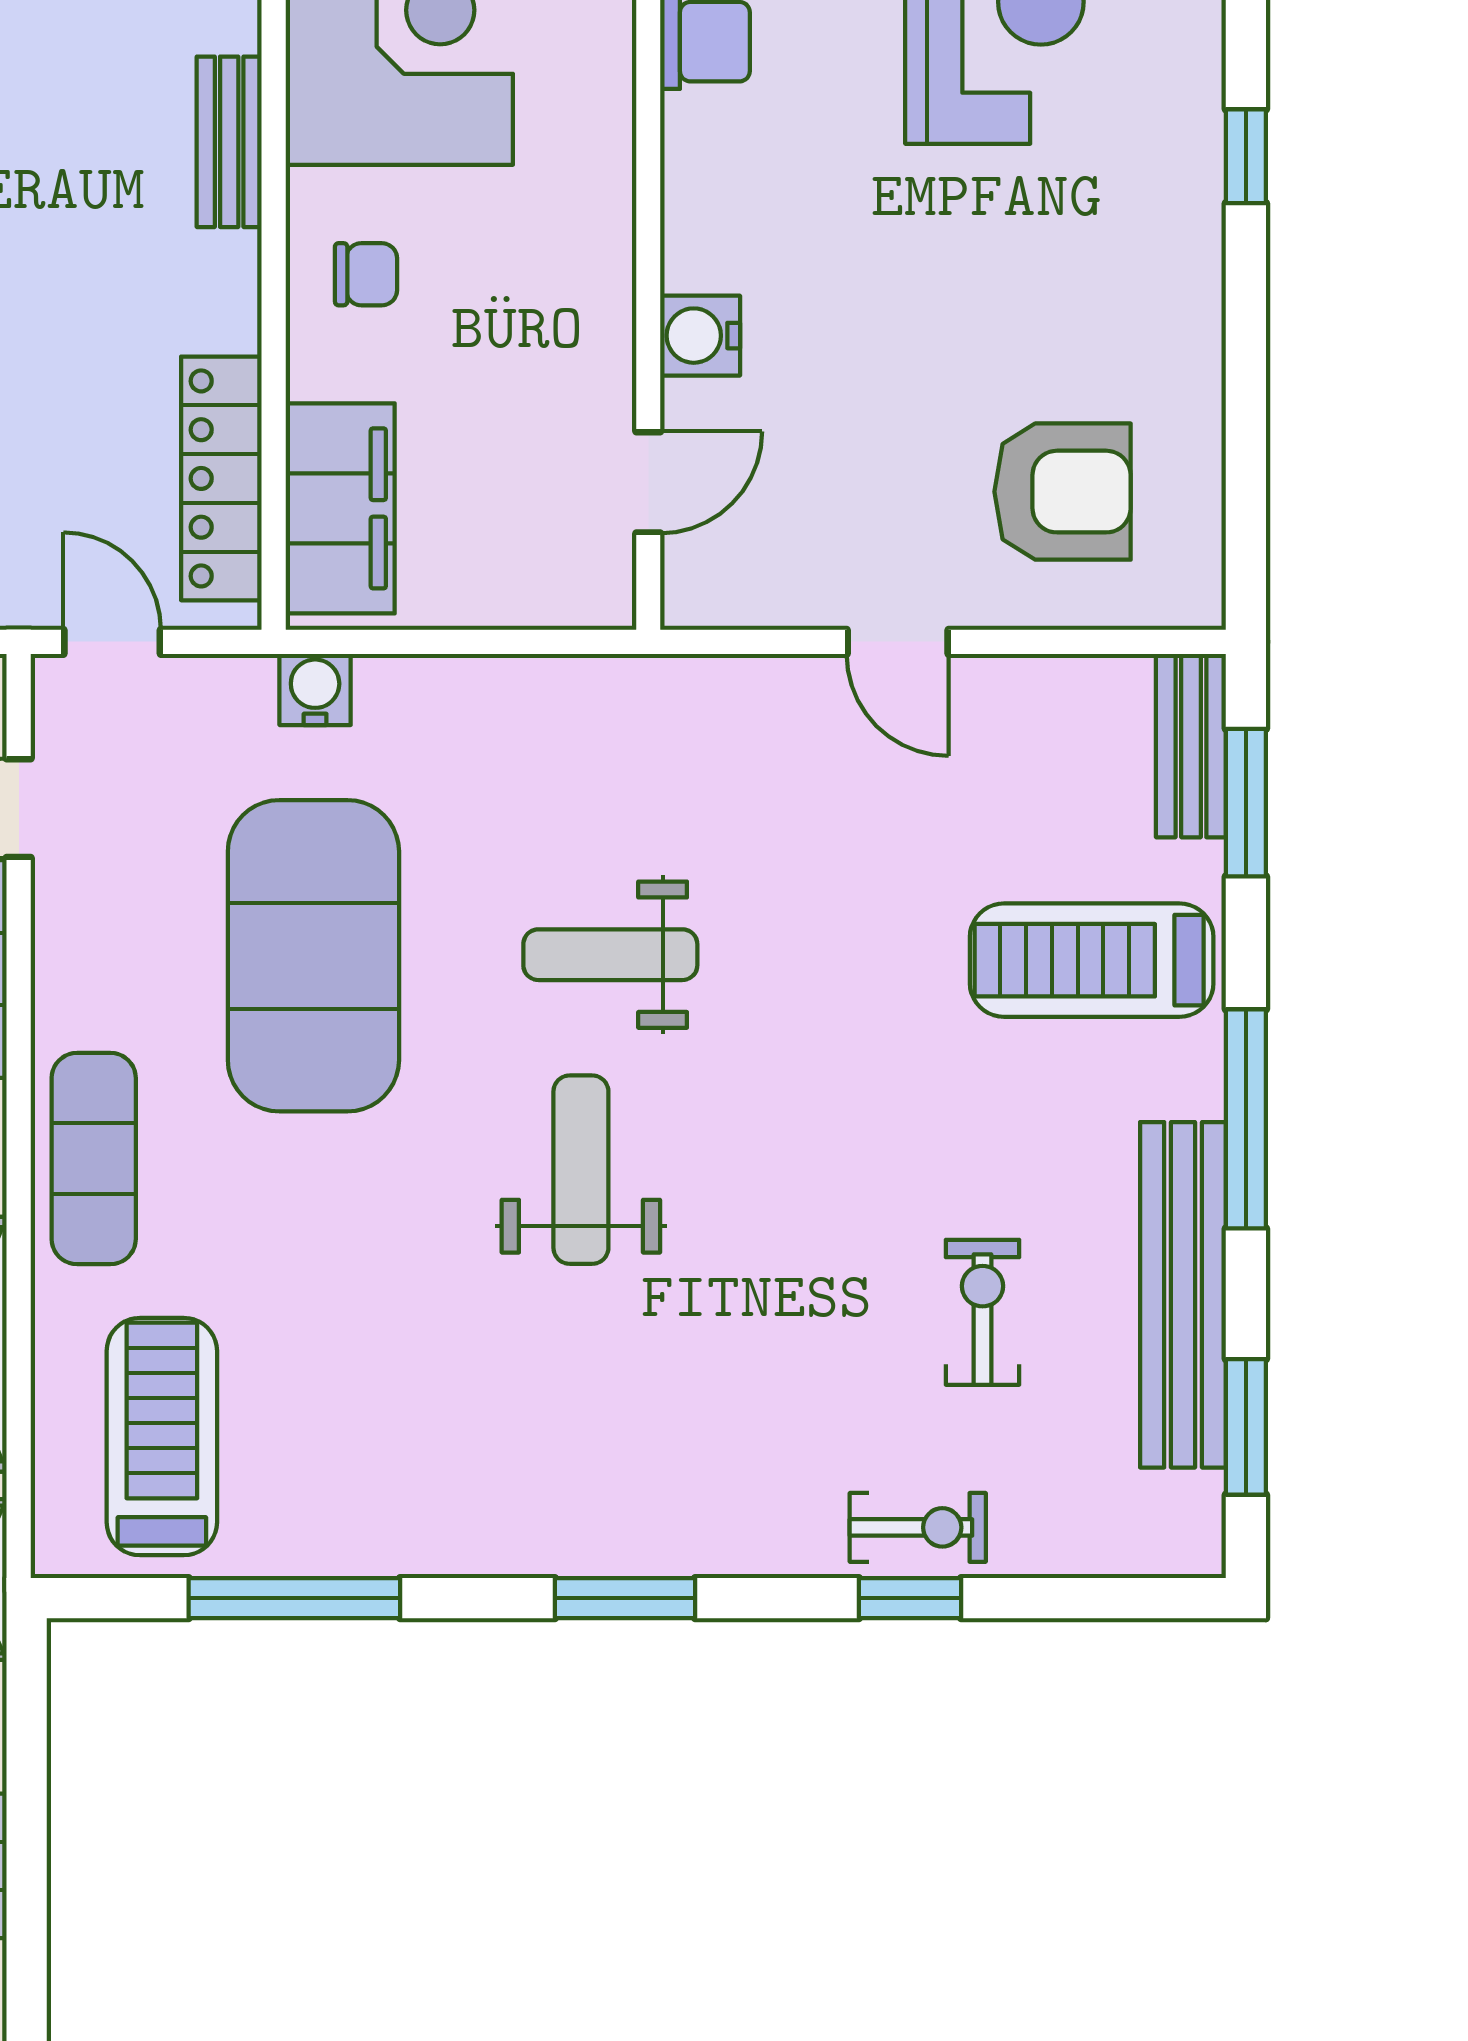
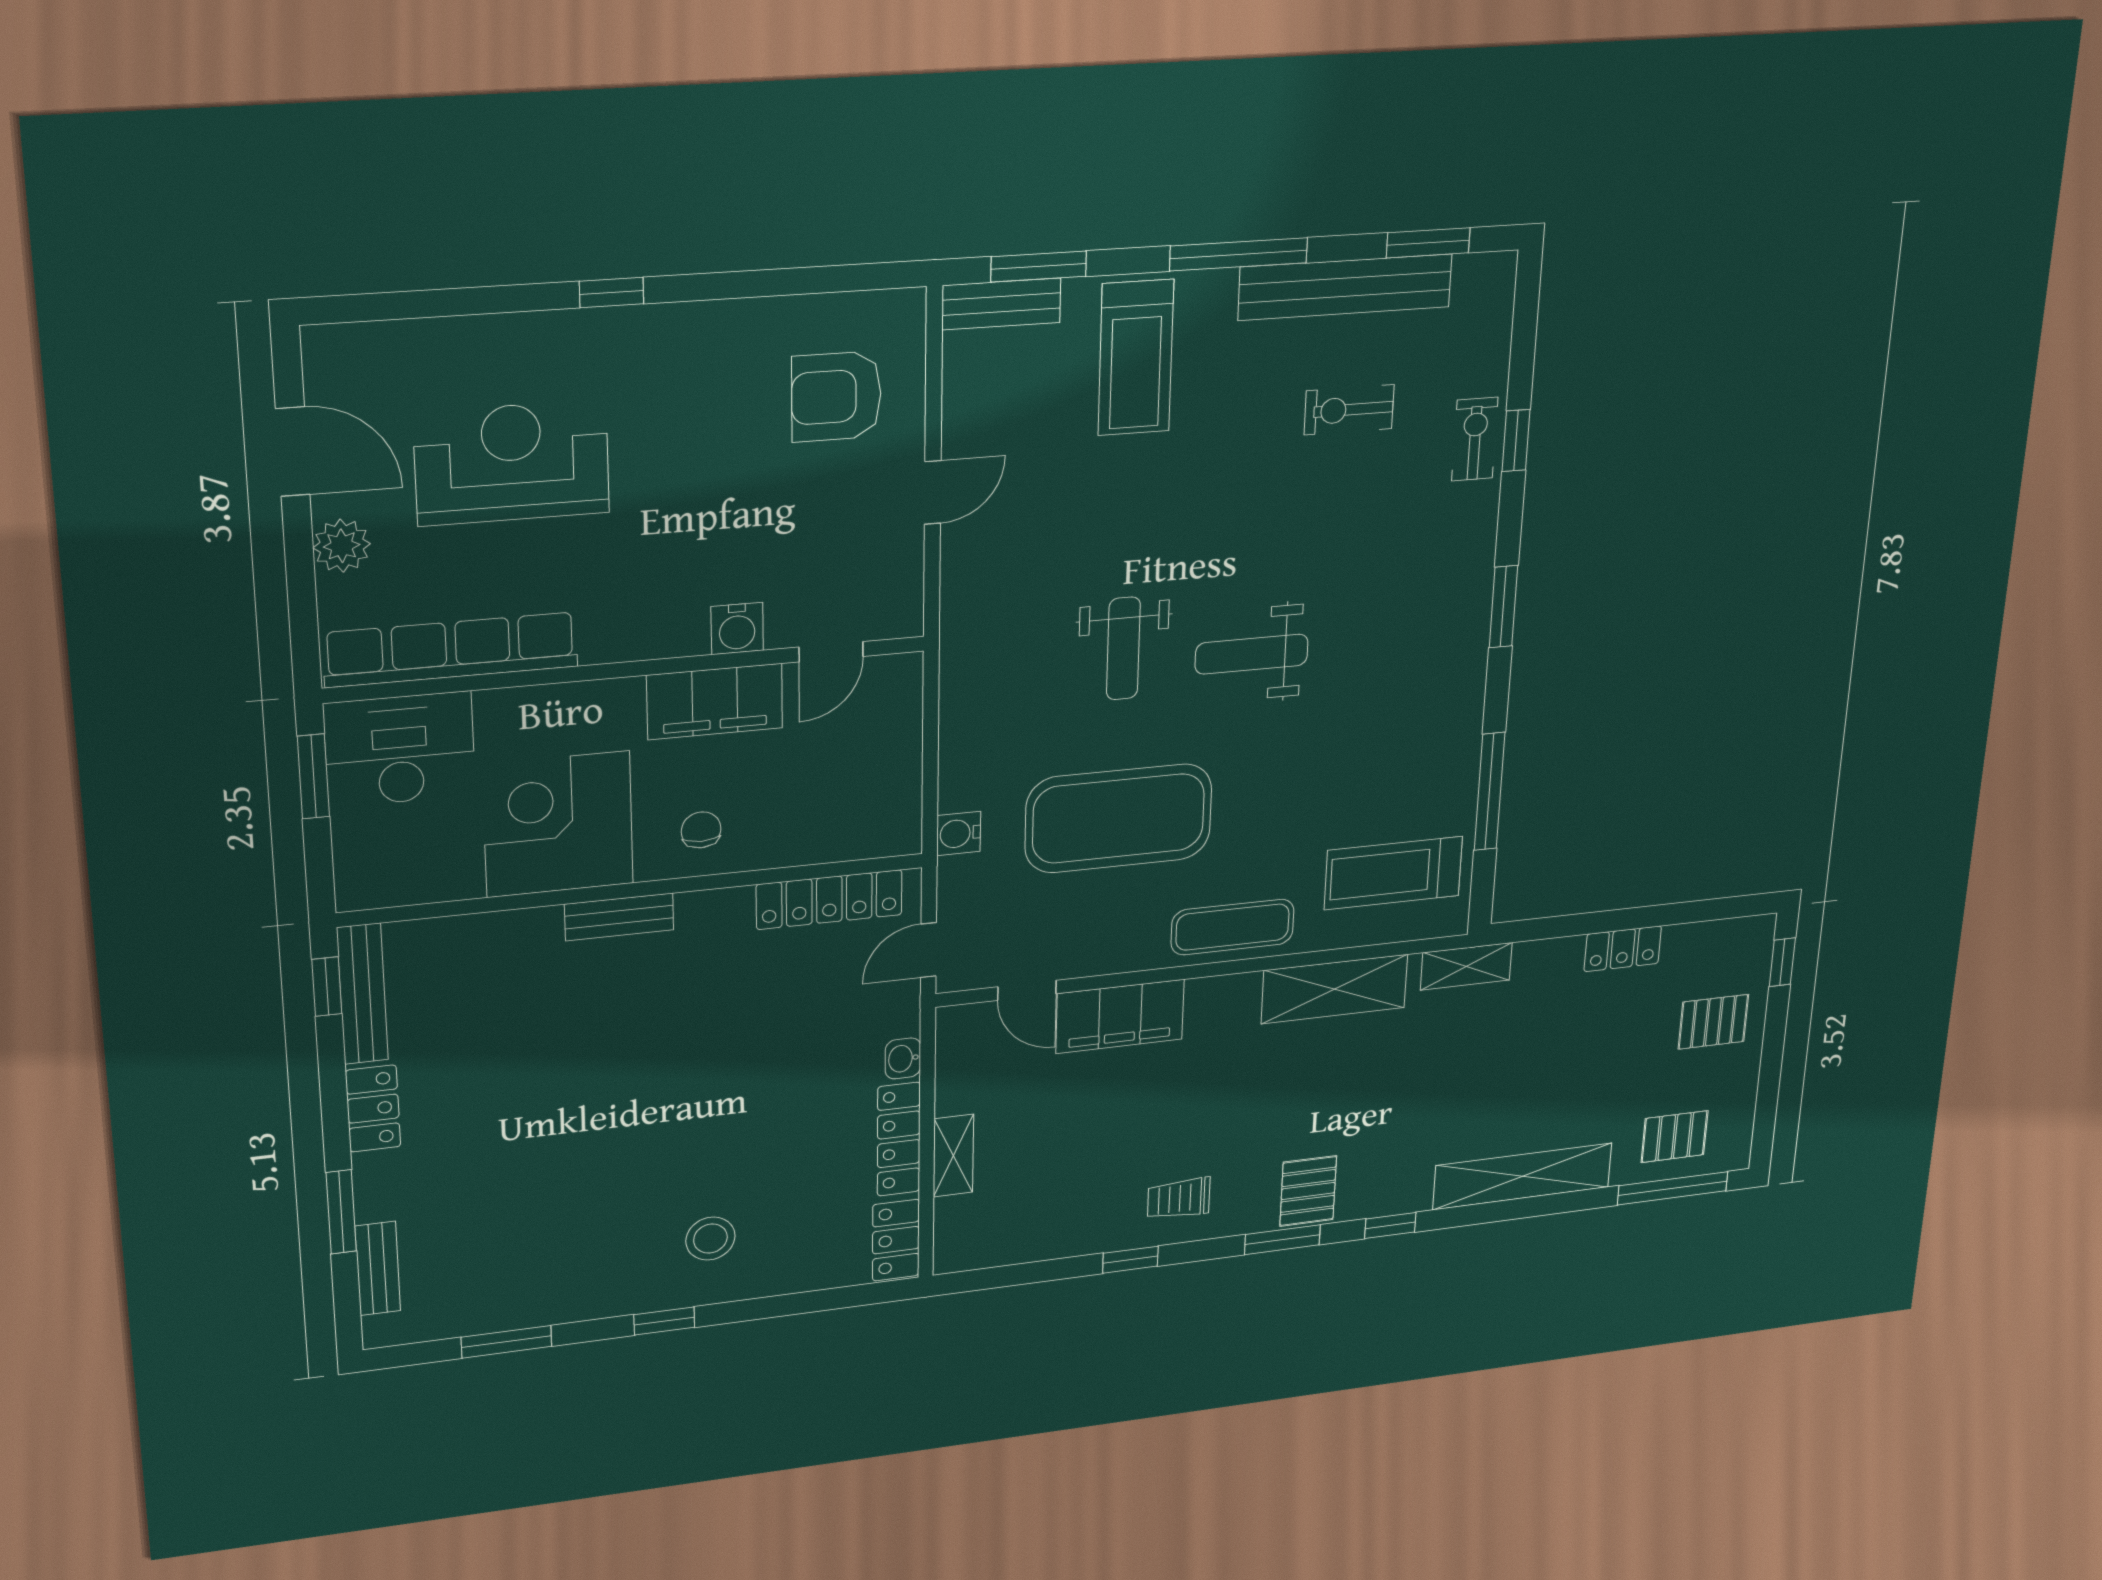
door: (648, 482) -> (831, 652), swing flipped
armchair: (1062, 492) -> (836, 397), turned -90
filing cabinet: (340, 508) -> (715, 702), moved, turned 180

